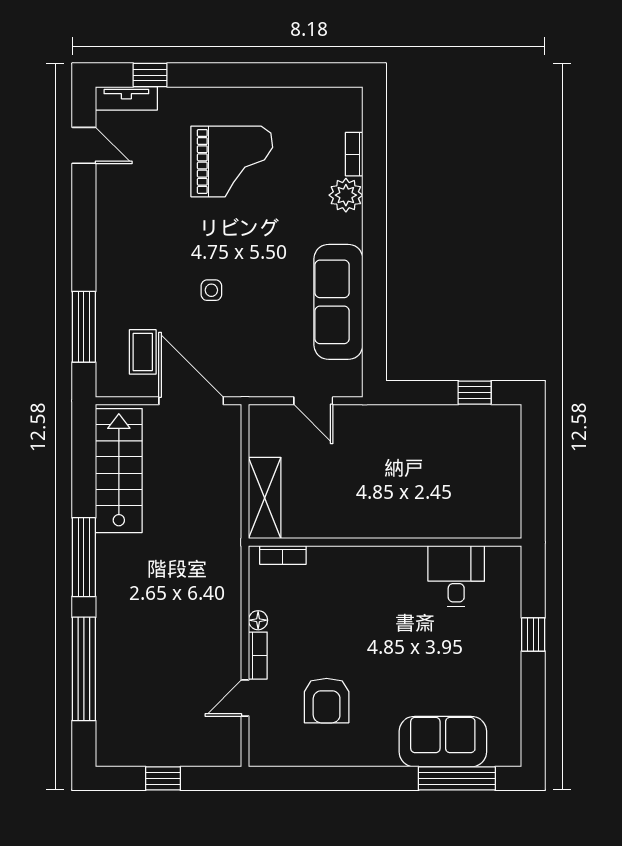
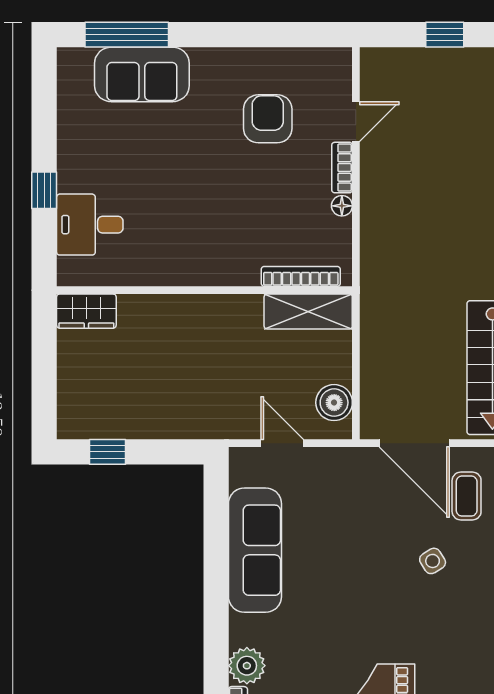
side table: (211, 290) -> (433, 561), moved, turned -32
boiler: (265, 438) -> (334, 403), added
shelving: (265, 498) -> (308, 311), moved, turned 90
wardrobe: (494, 523) -> (86, 311), added
bookcase: (283, 555) -> (301, 276), width x1.56
desk: (456, 576) -> (90, 225), moved, turned 90

